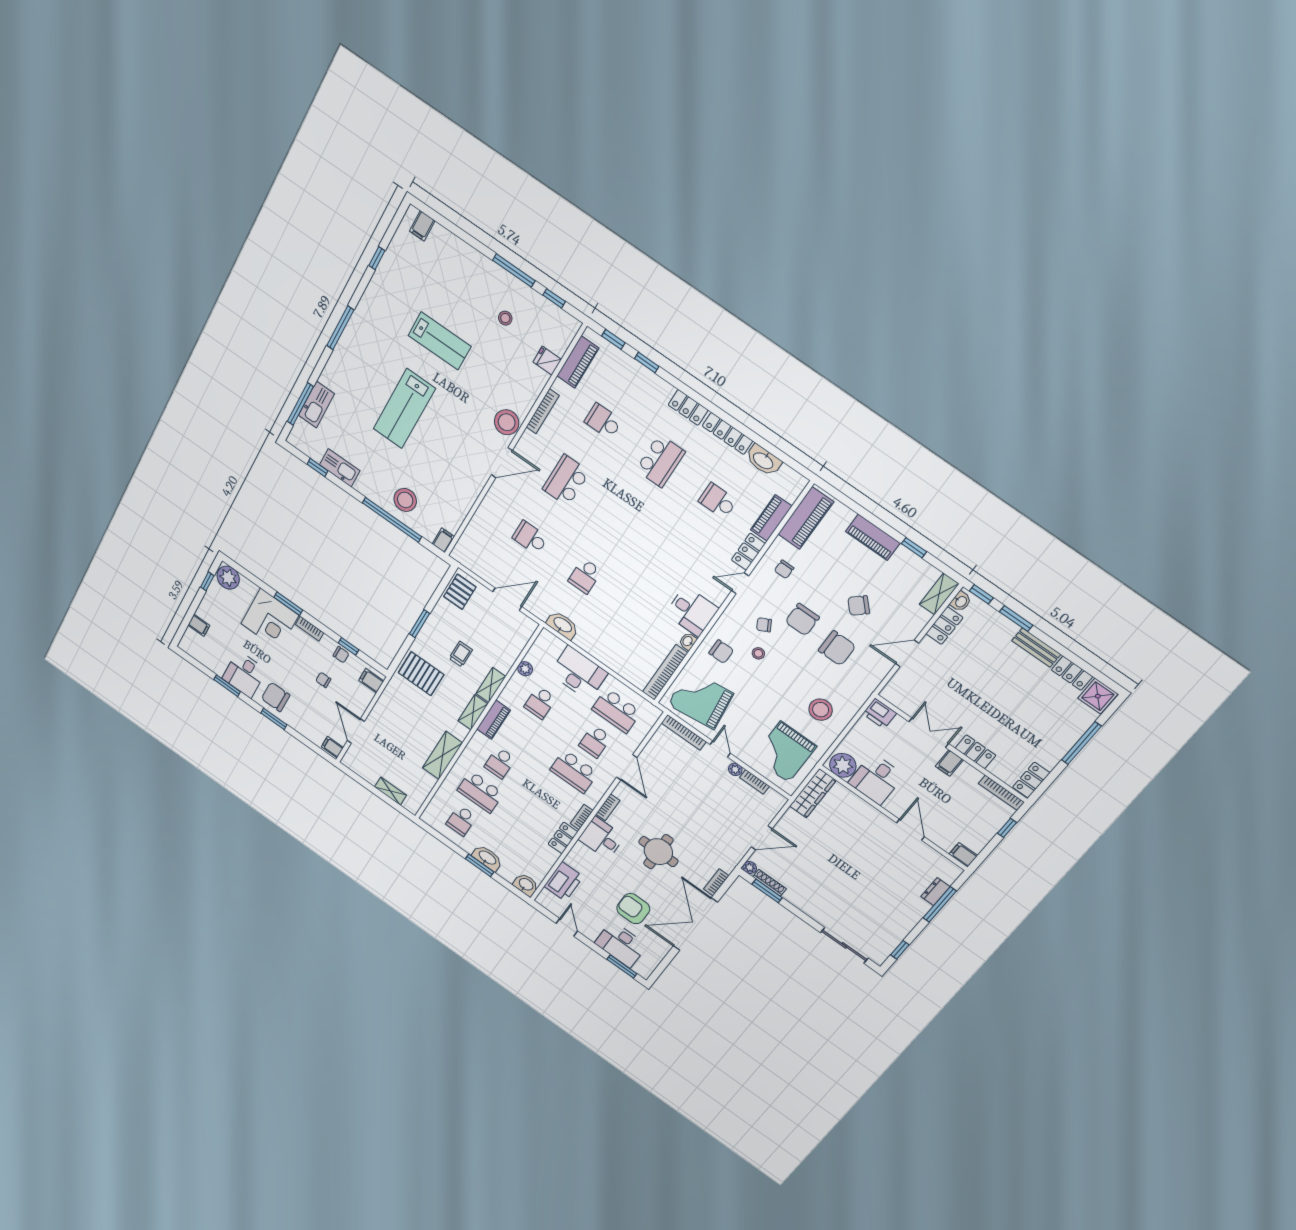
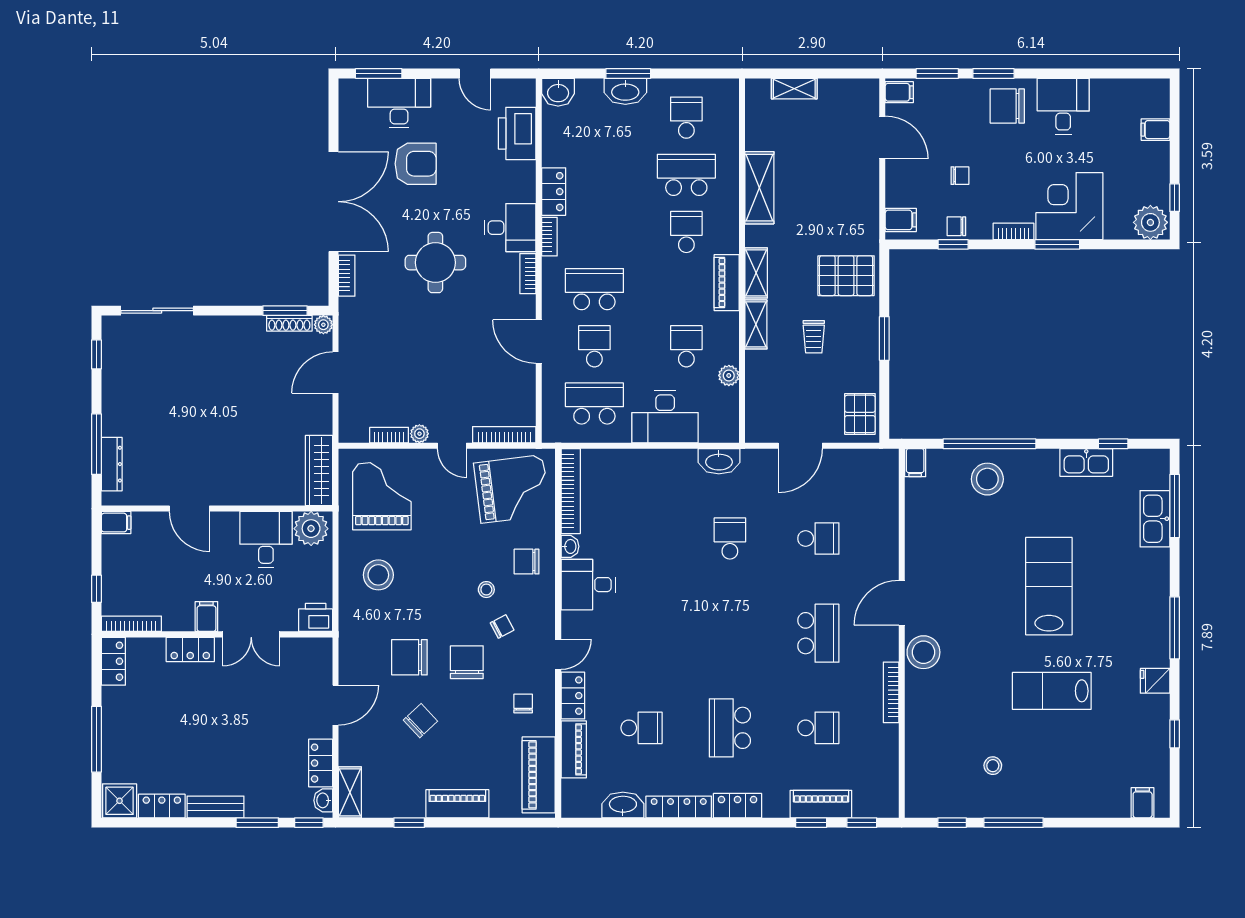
fridge: (547, 361) -> (1155, 681), moved, turned 180
piano: (578, 362) -> (821, 804), moved, turned 90
window: (227, 686) -> (937, 74), moved
chair: (276, 697) -> (1007, 106), turned 180
dresser: (936, 892) -> (112, 464), width x1.44

